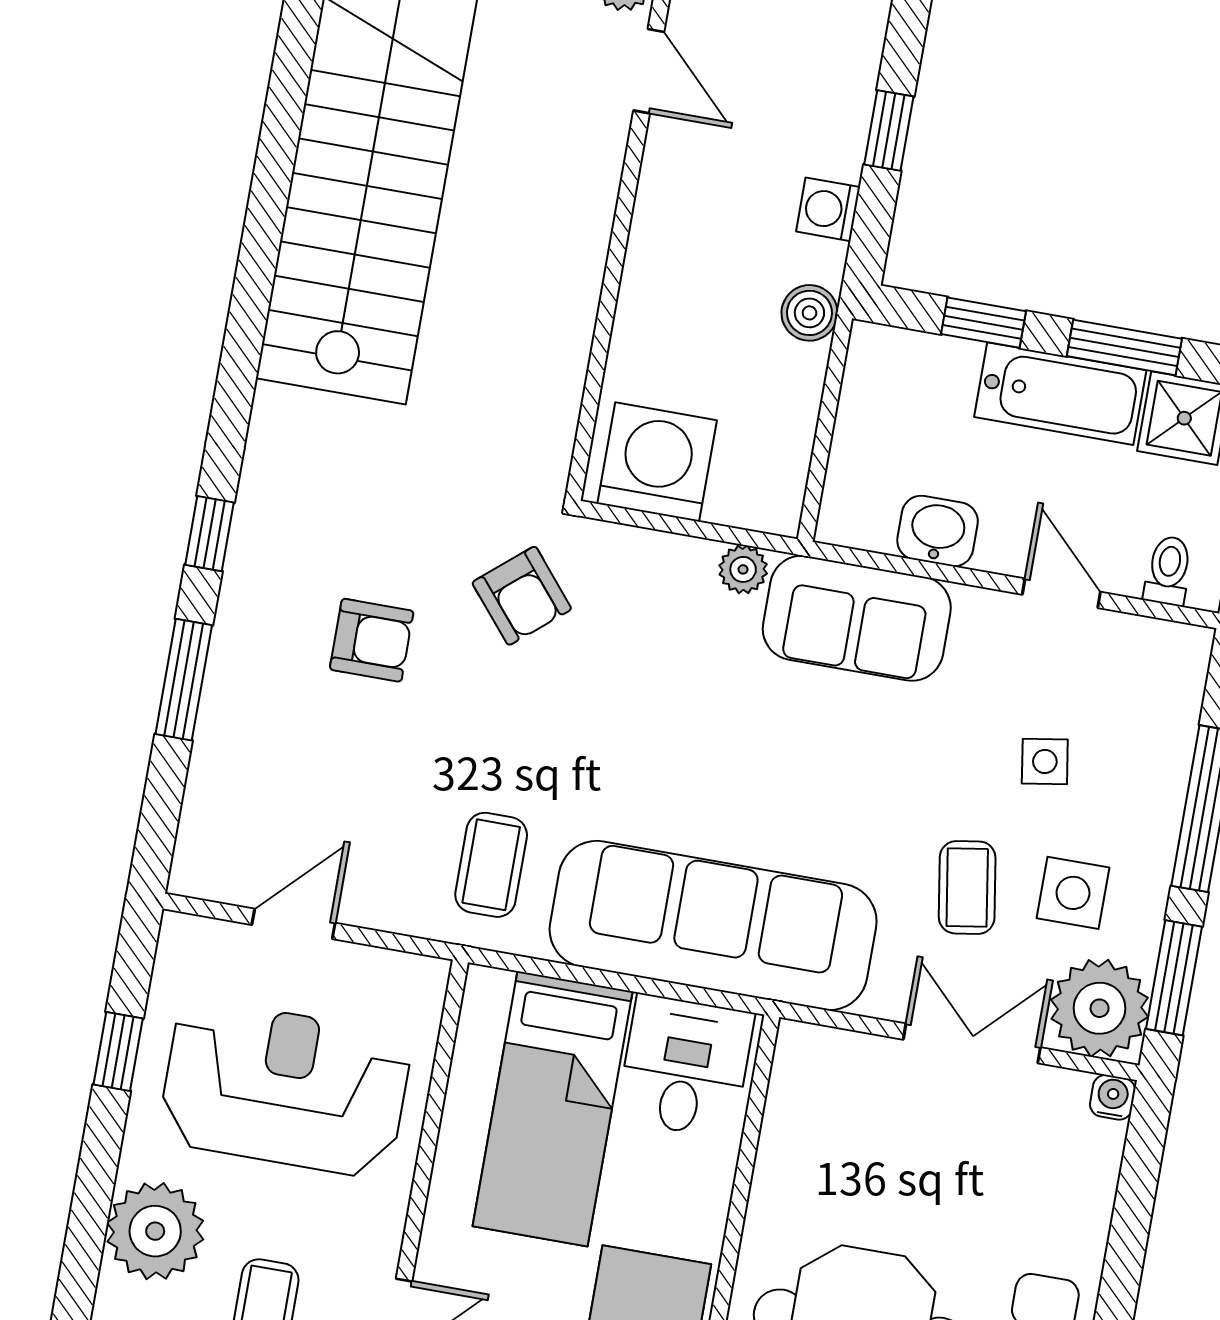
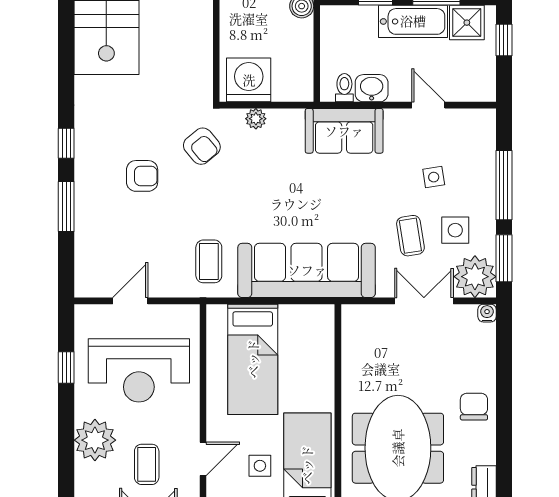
plant: (743, 569) -> (256, 119), moved
toilet: (1168, 571) -> (344, 88), moved
desk: (685, 1066) -> (305, 332), removed
reception desk: (285, 1088) -> (139, 370), turned 180

